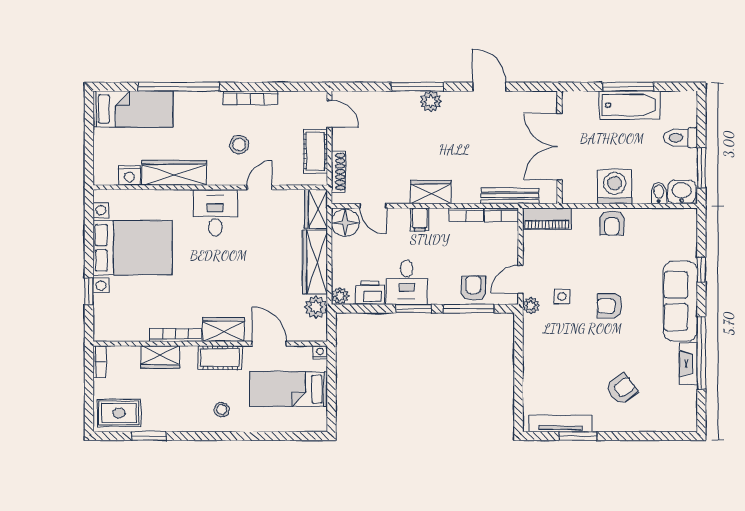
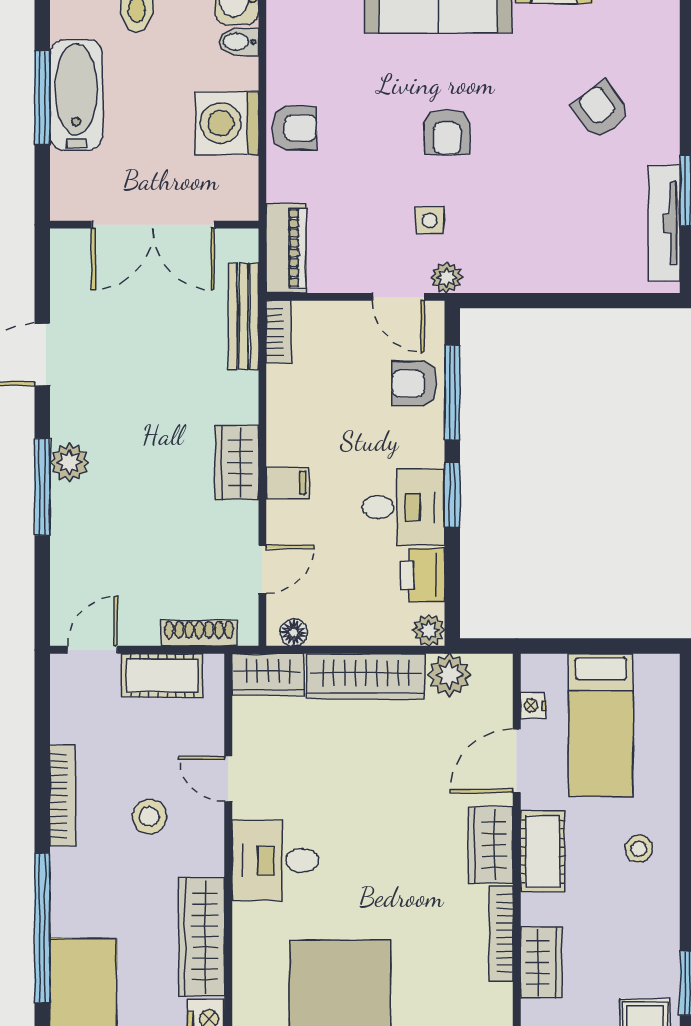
bookcase: (466, 215) -> (279, 397), removed
floor lamp: (345, 223) -> (294, 632), width x0.53, depth x0.53
nightstand: (320, 352) -> (533, 706), moved

